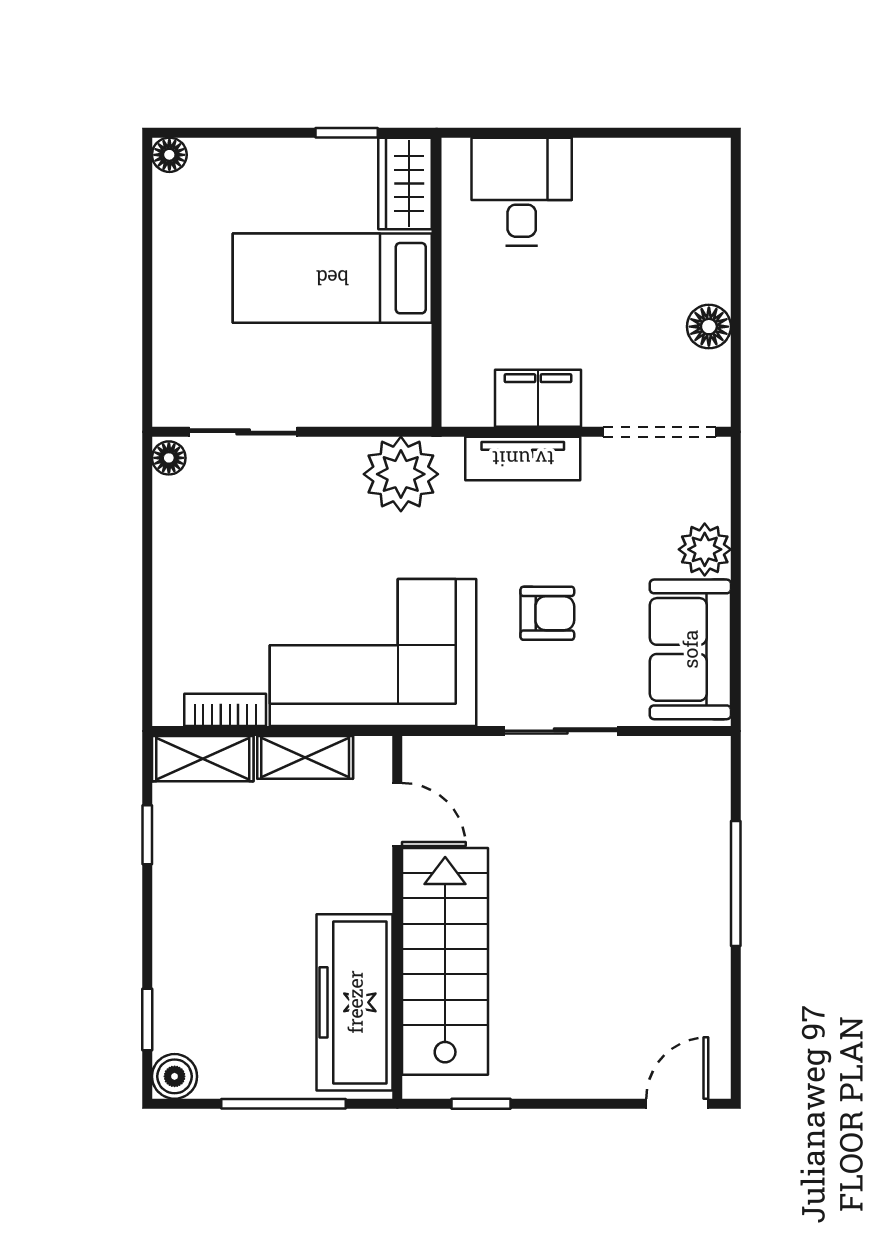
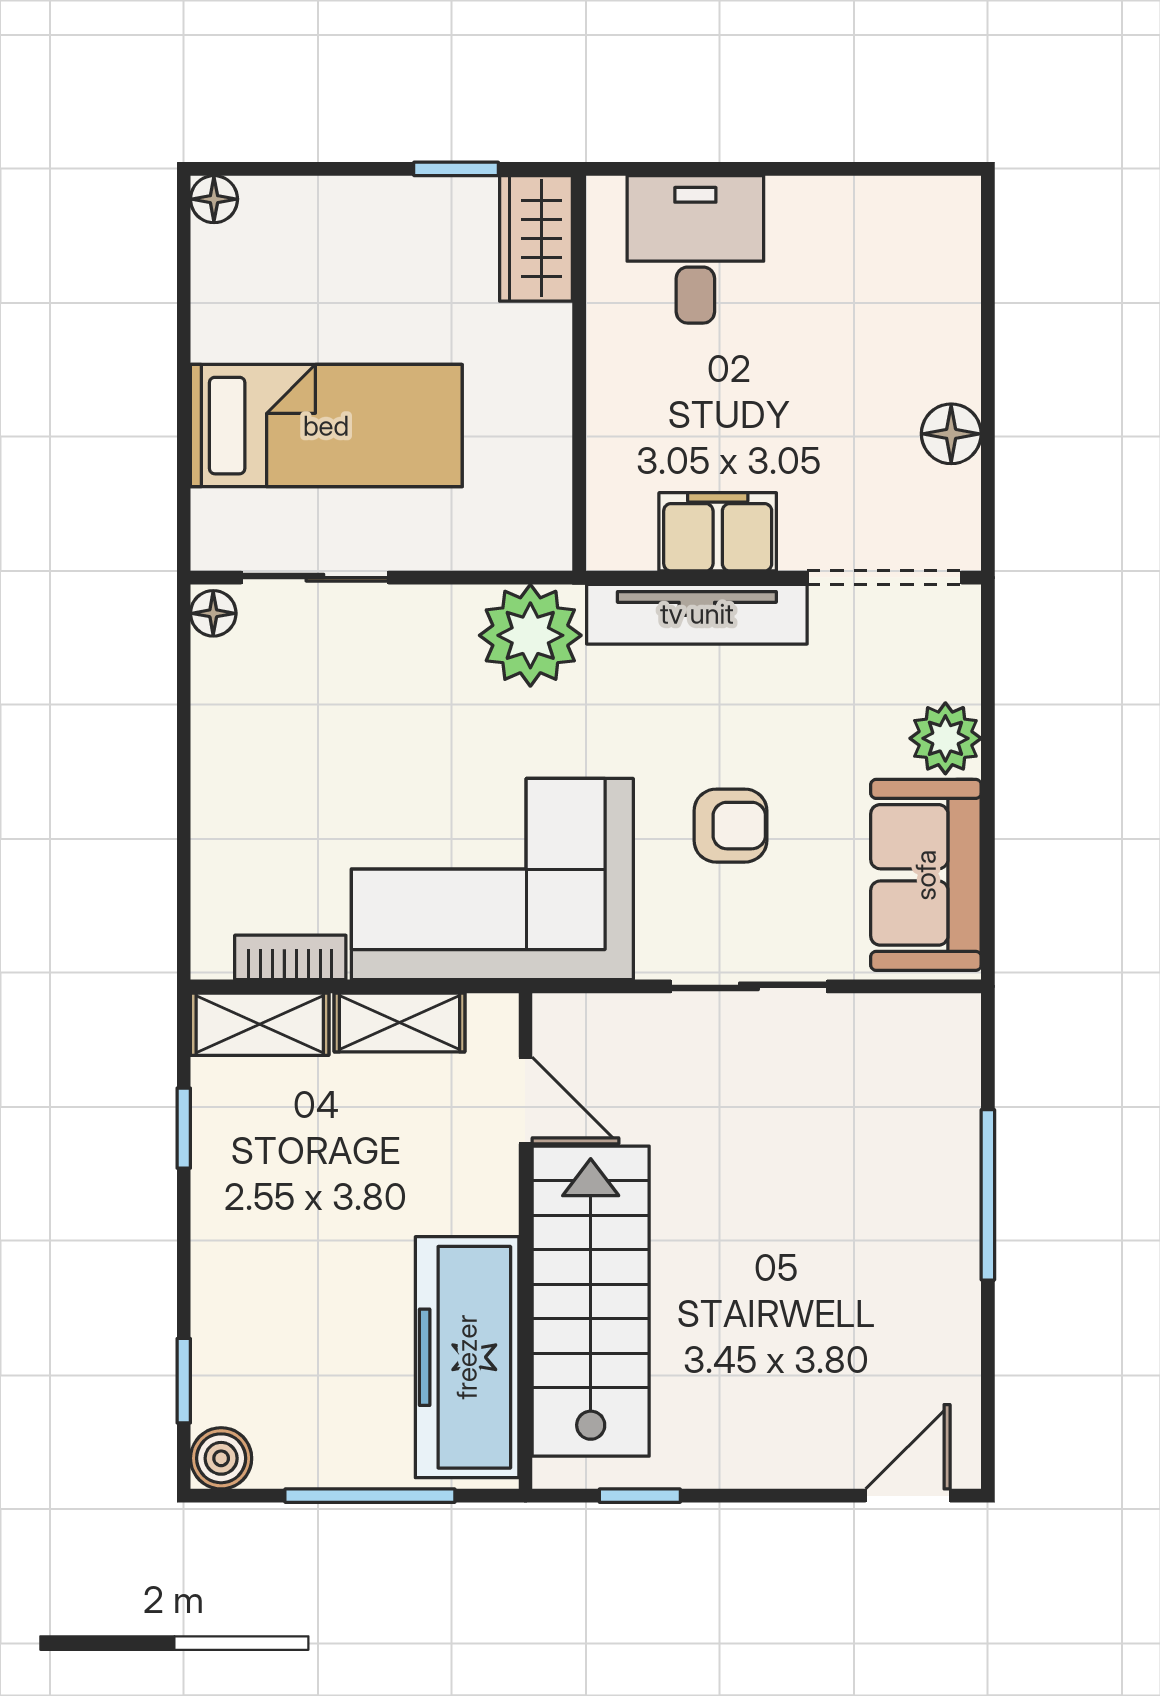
bed: (332, 278) -> (326, 426), moved, turned 180
tv unit: (523, 459) -> (697, 614), width x1.41

